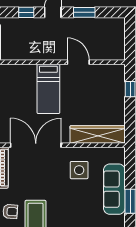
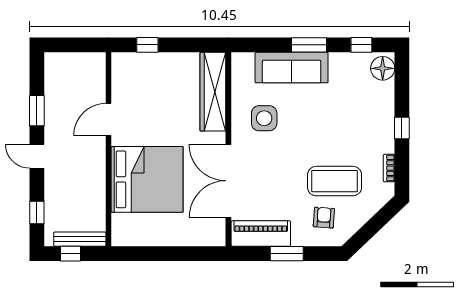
window: (26, 12) -> (37, 213), moved
bed: (48, 89) -> (147, 179), width x2.04

